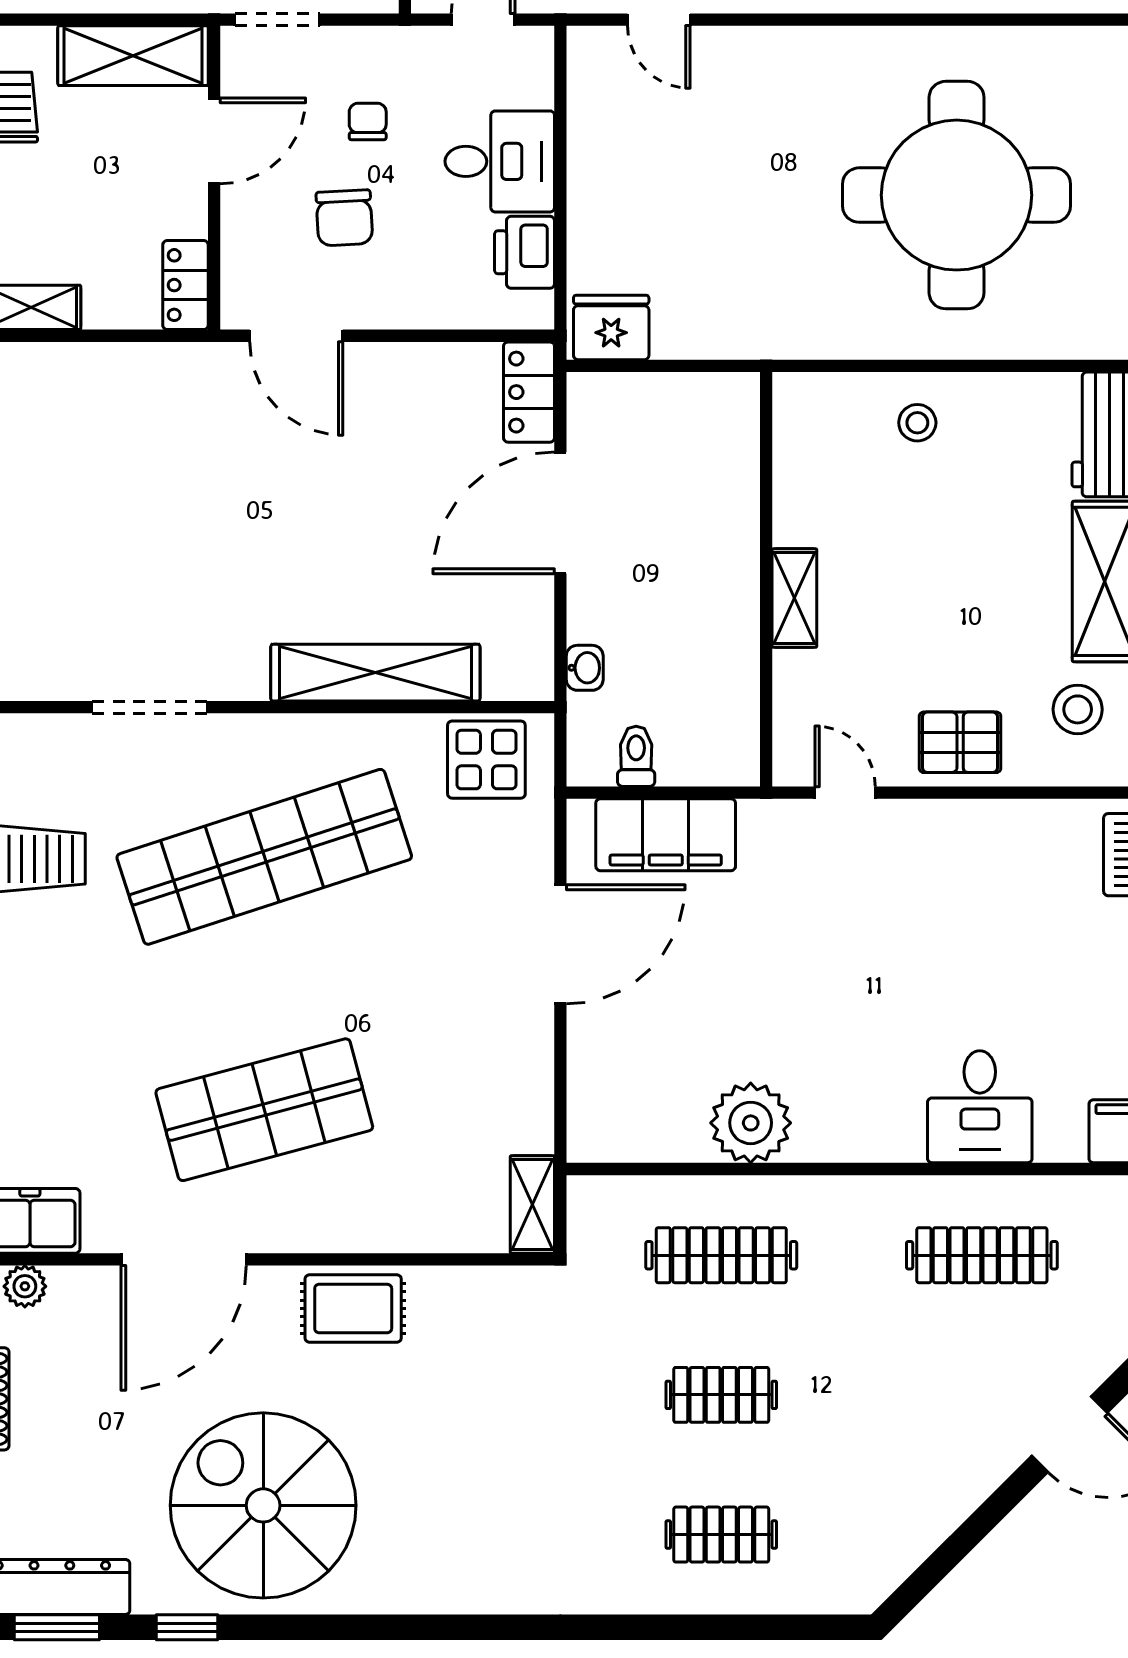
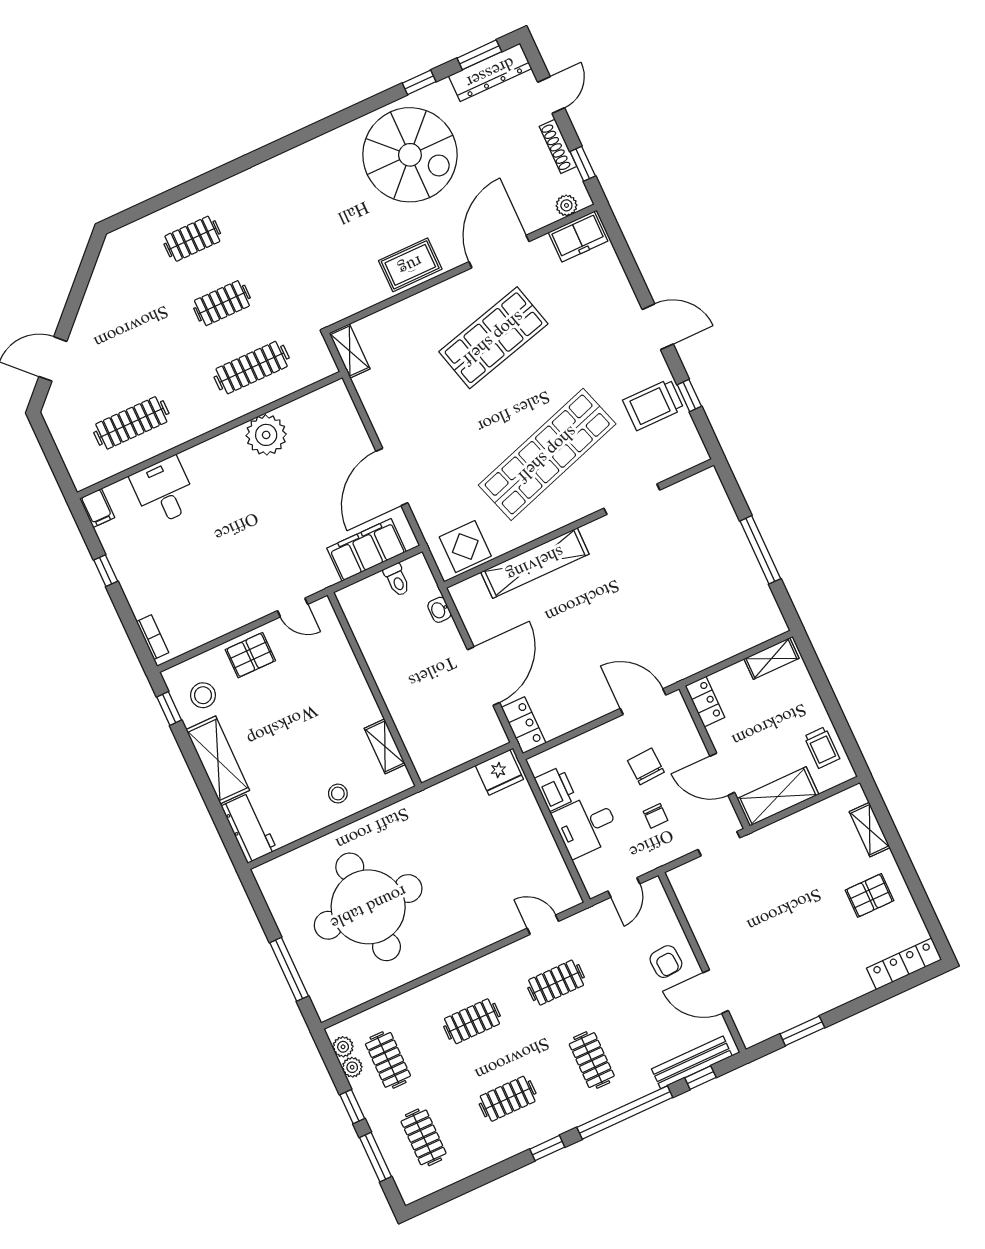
door: (214, 141) -> (722, 774), hinge flipped
shelving: (794, 598) -> (385, 746), moved

